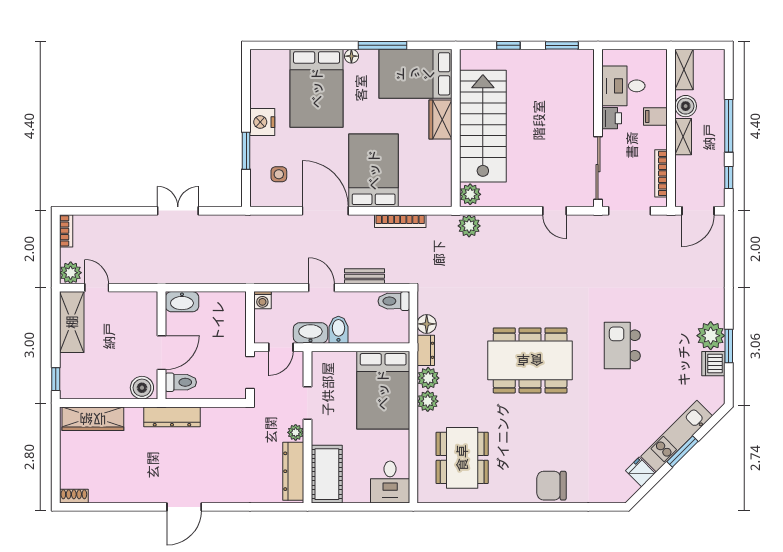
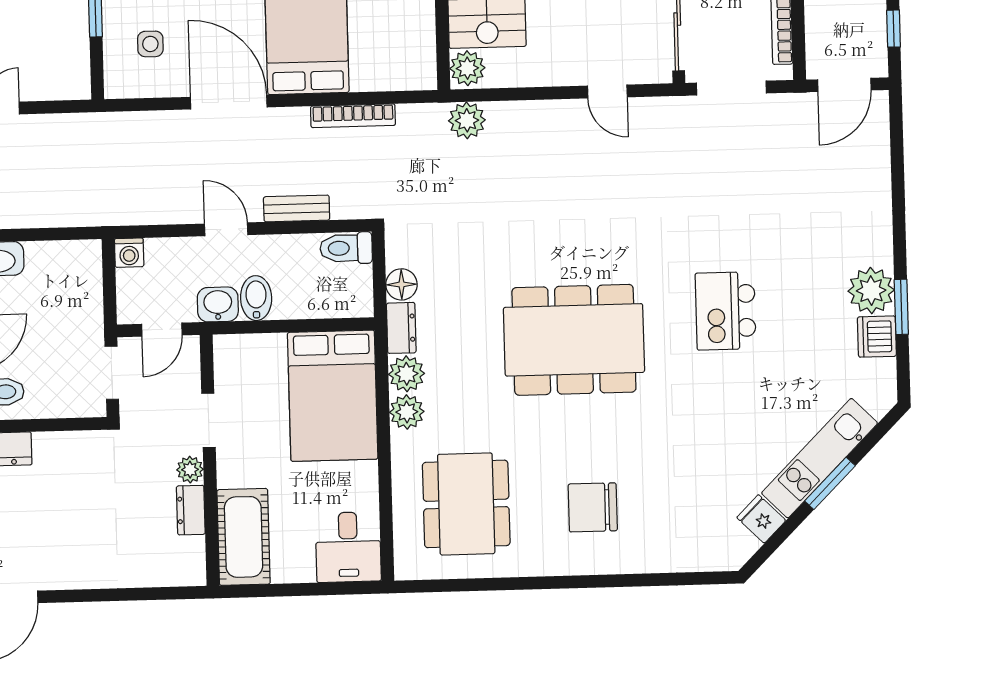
washbasin: (310, 333) -> (218, 304), width x0.72
dresser: (293, 471) -> (191, 510), width x0.51, depth x0.80
chair: (552, 486) -> (593, 507), moved

